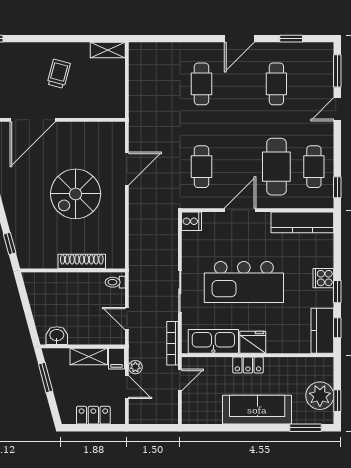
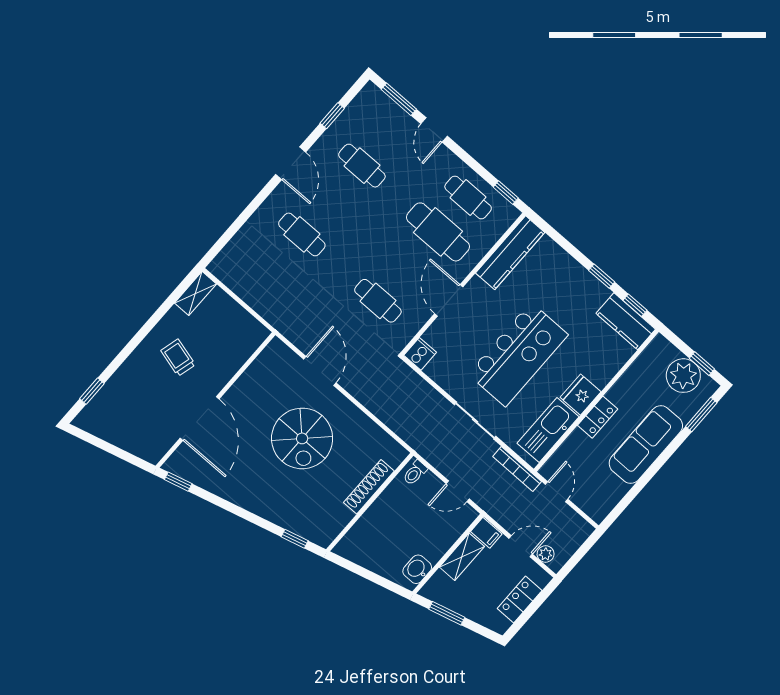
cooker: (323, 278) -> (578, 278), removed
plant: (135, 367) -> (546, 554), moved

